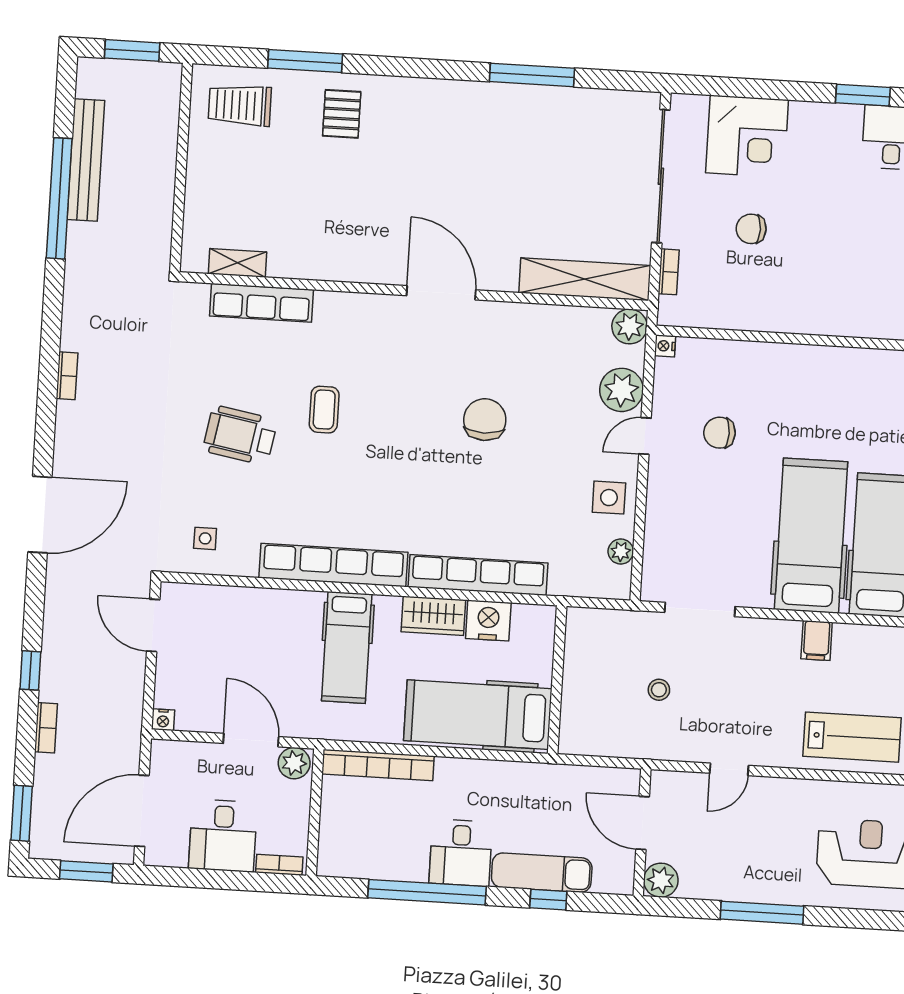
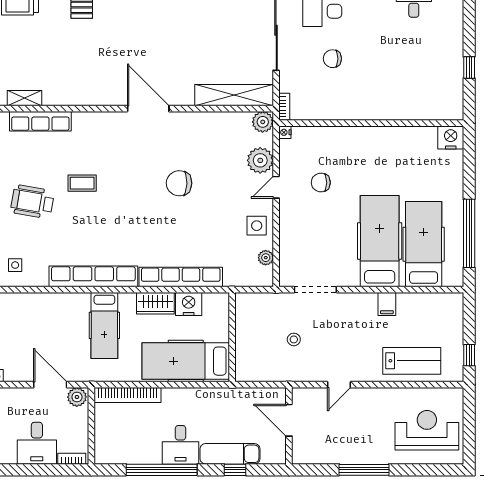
bookcase: (669, 272) -> (284, 107), moved
coffee table: (324, 410) -> (82, 183), turned 90
chair: (485, 420) -> (179, 183), turned -88
plant: (661, 880) -> (302, 454), removed

